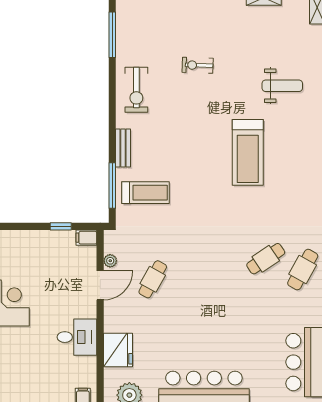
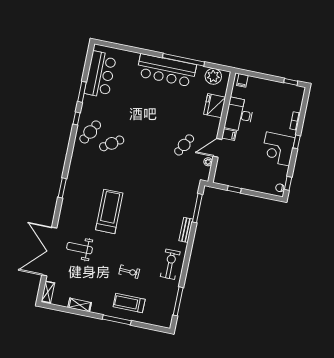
treadmill: (145, 193) -> (129, 303), moved
filing cabinet: (86, 238) -> (229, 135), moved
desk: (77, 337) -> (239, 115), width x1.37

